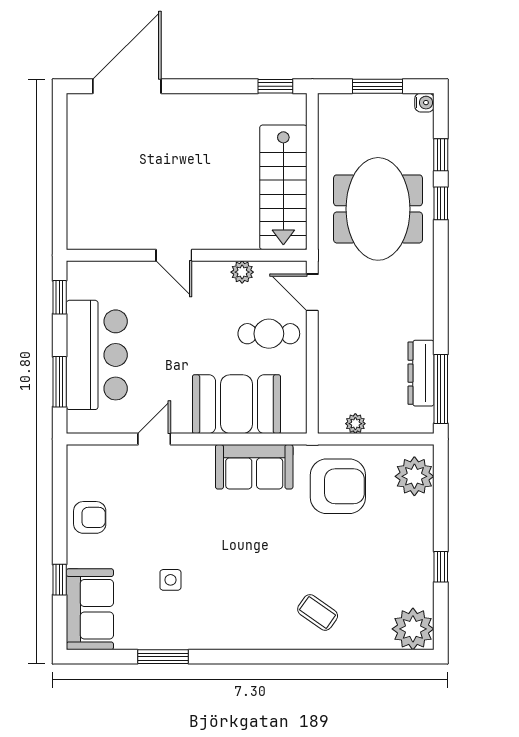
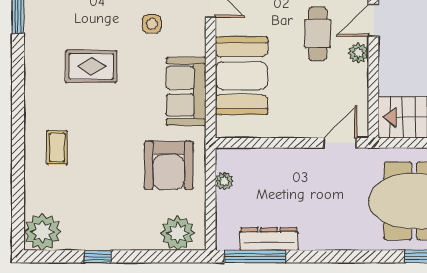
plant: (242, 272) -> (358, 53), moved
cafe table: (269, 334) -> (318, 34), moved
rug: (226, 574) -> (91, 66), added
side table: (170, 580) -> (152, 24), moved
coffee table: (318, 612) -> (57, 147), turned -35

